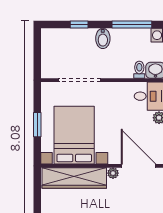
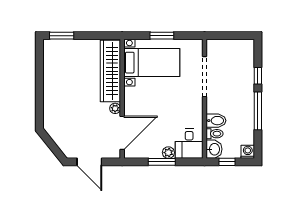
window: (132, 25) -> (258, 111), moved
bidet: (103, 38) -> (216, 121), moved, turned 180
bed with nightstands: (74, 135) -> (152, 63), width x0.73

